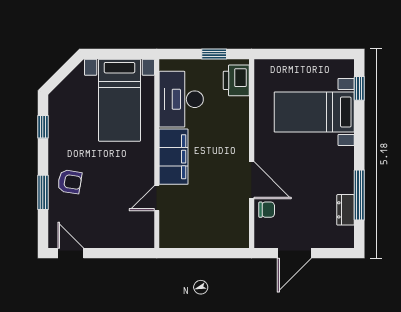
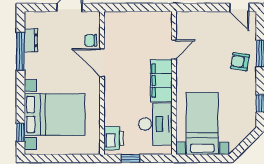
bed with nightstands: (314, 112) -> (55, 114), width x1.36

